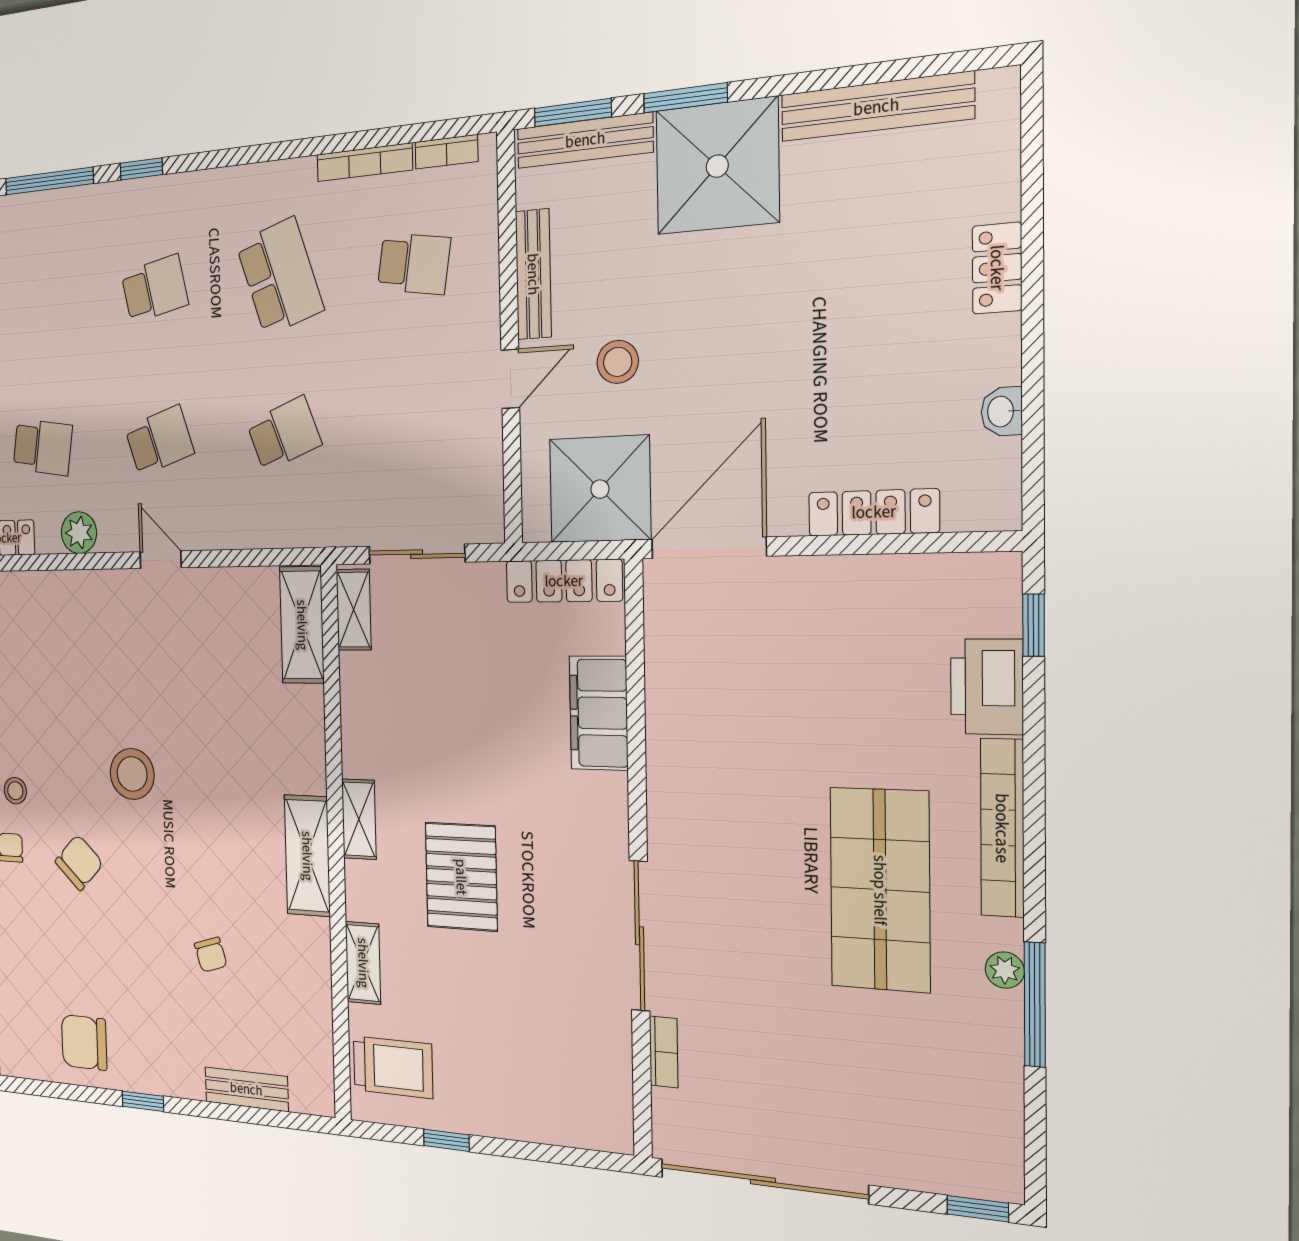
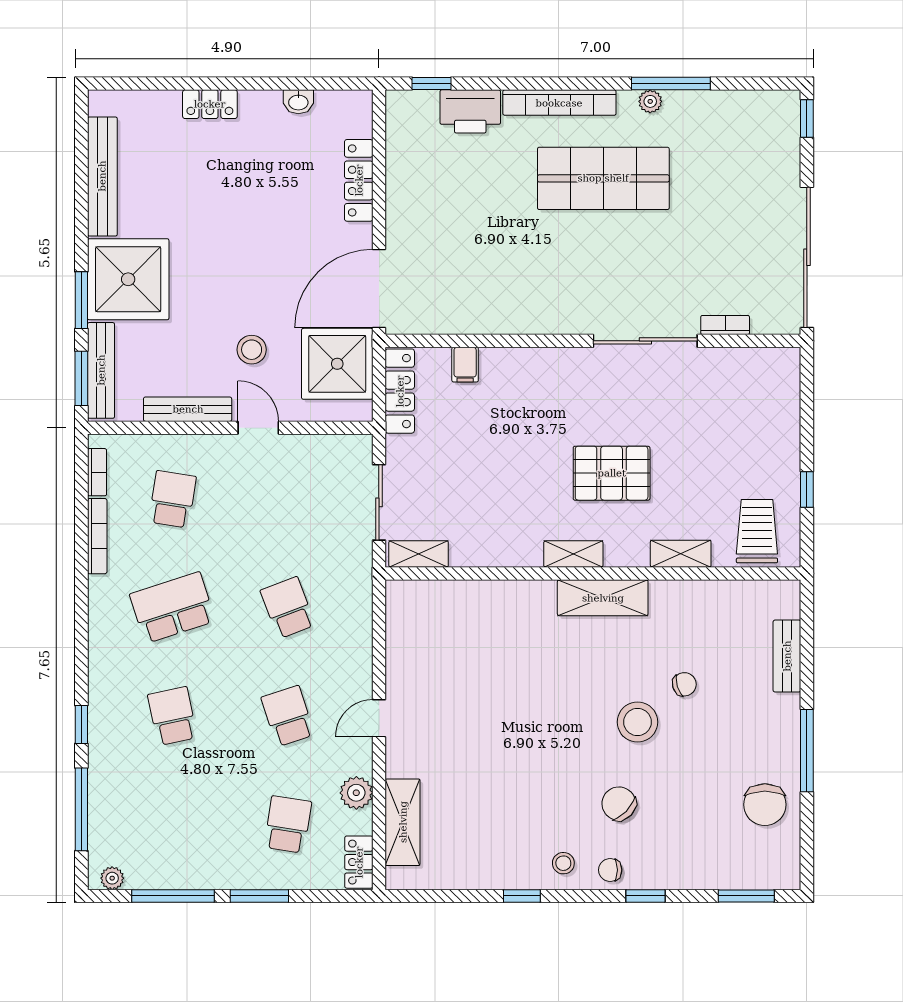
door: (709, 548) -> (379, 289), hinge flipped
shelving: (302, 625) -> (403, 822), moved, turned 90
filing cabinet: (599, 713) -> (465, 365), width x0.33, depth x0.86
stool: (132, 774) -> (637, 722), moved
window: (143, 1101) -> (807, 751), width x2.17

